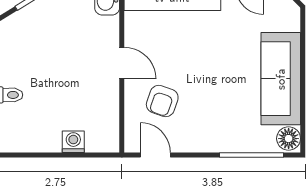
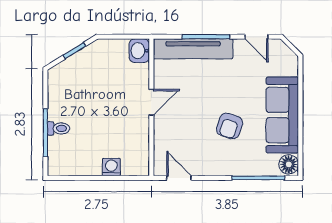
door: (122, 63) -> (151, 102), hinge flipped
armchair: (162, 101) -> (229, 126), moved

